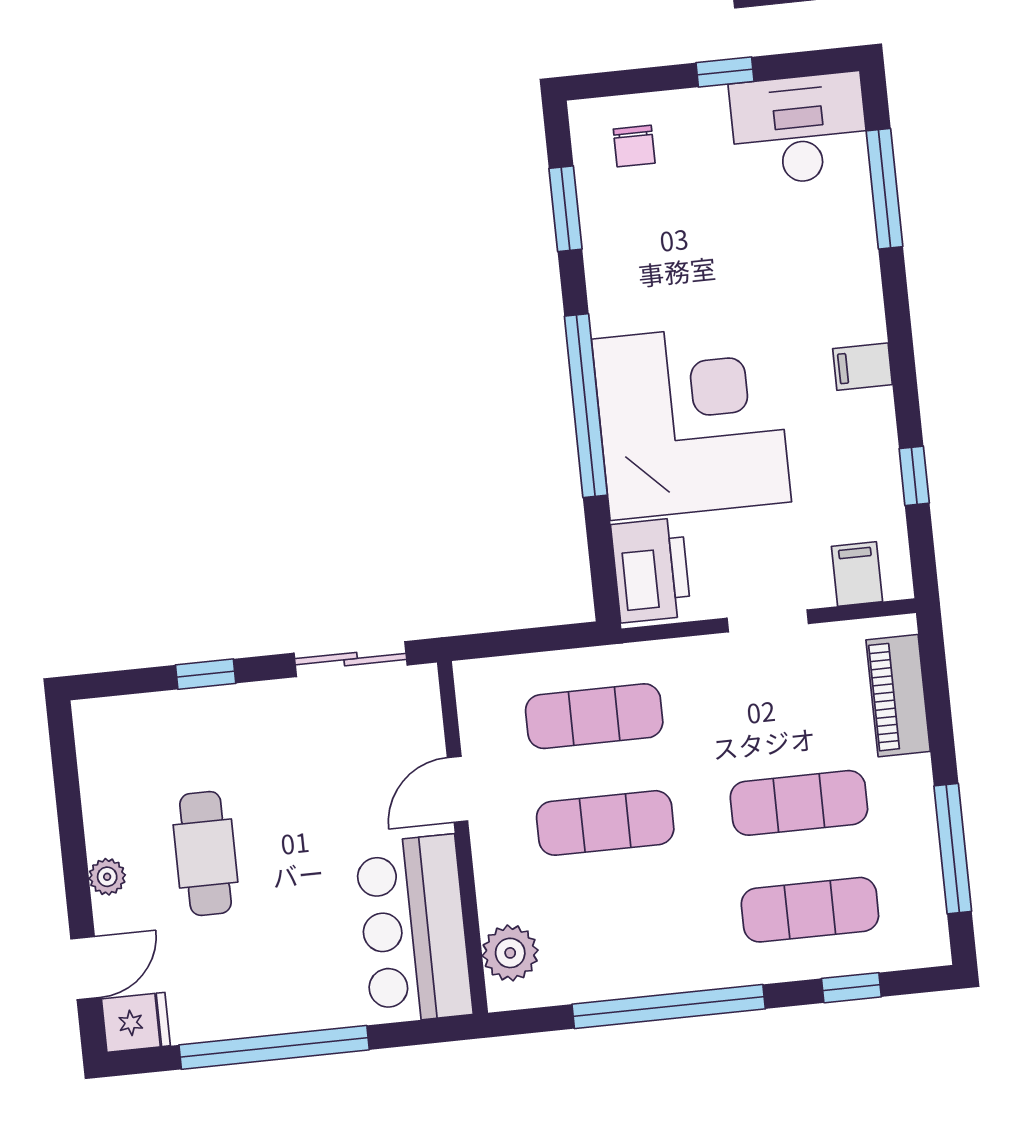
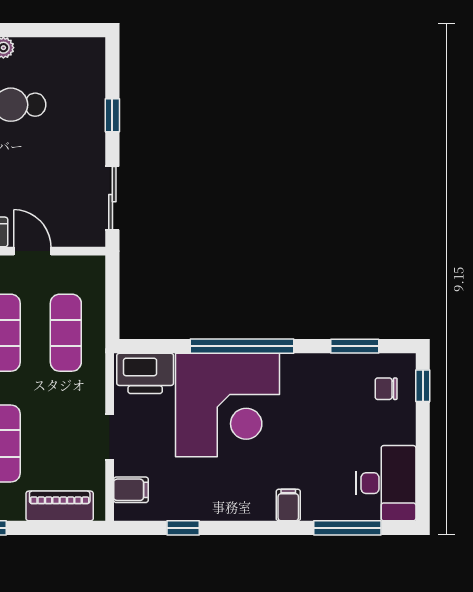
window: (725, 72) -> (423, 386), moved
filing cabinet: (862, 367) -> (288, 505), moved

